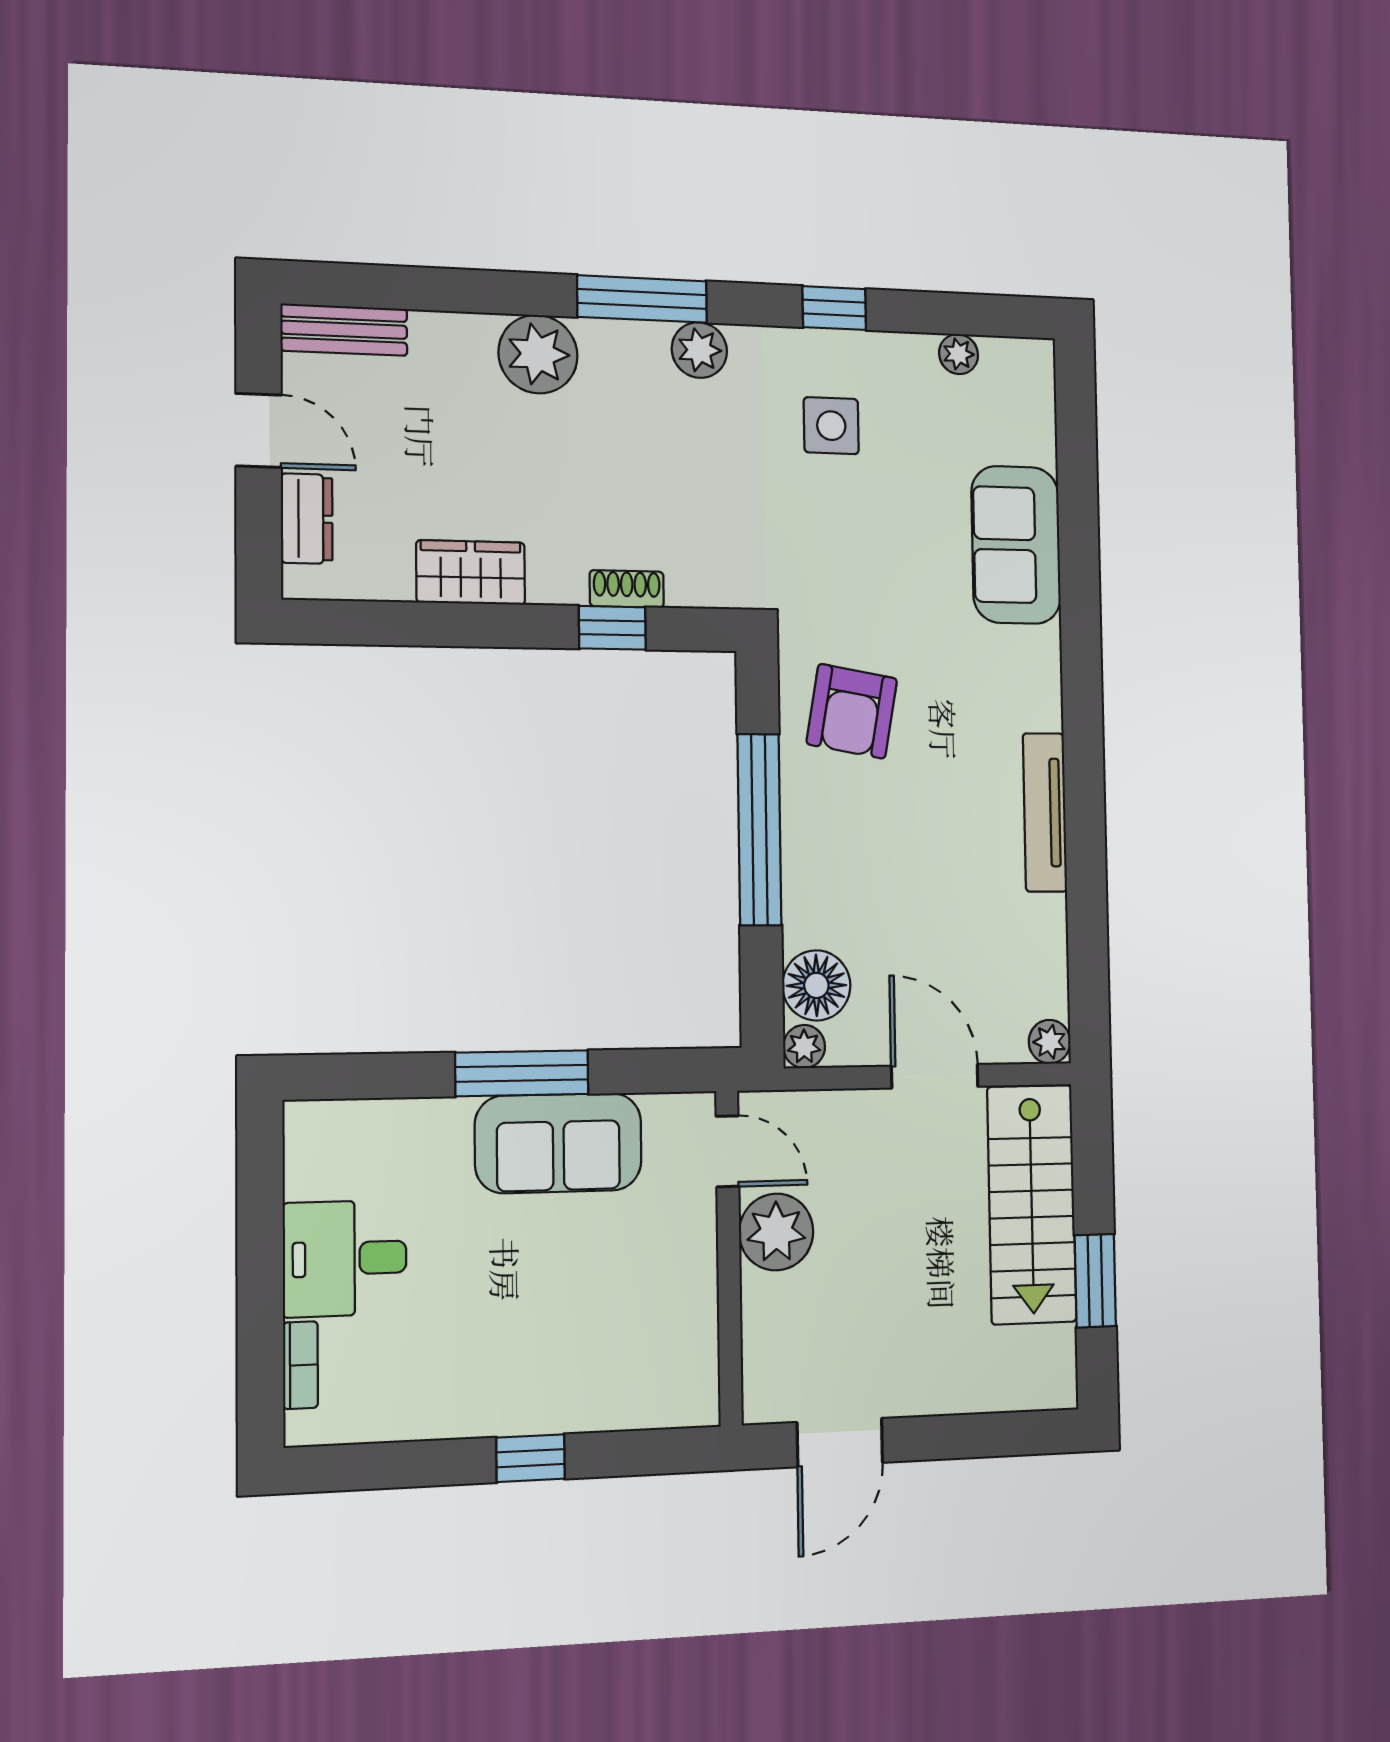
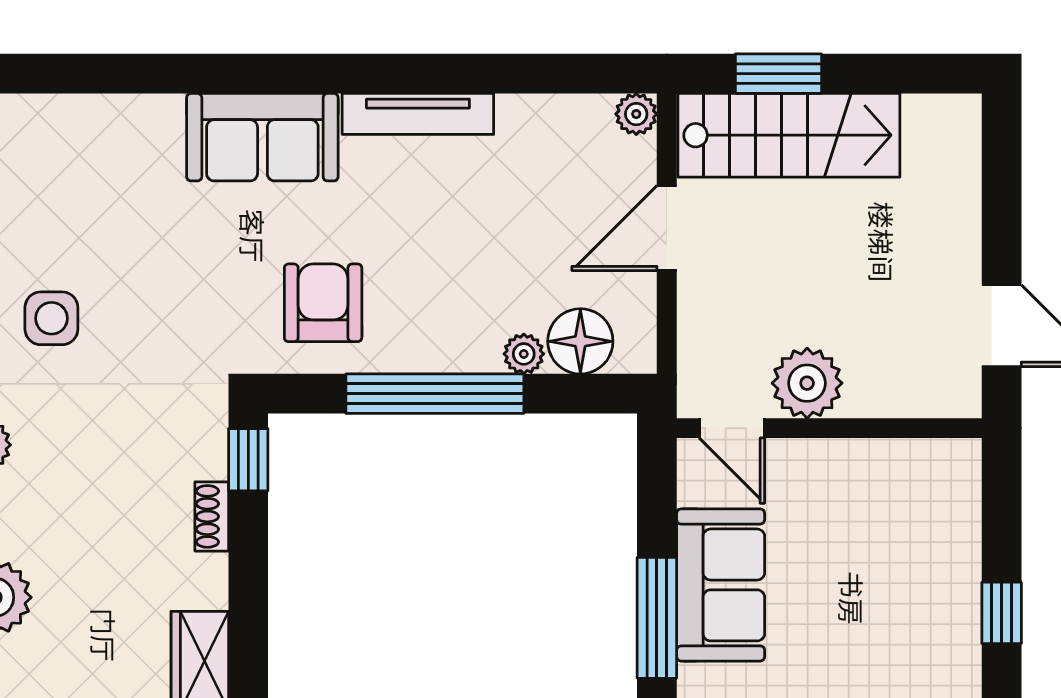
sofa: (1016, 545) -> (262, 137), moved
window: (612, 628) -> (248, 460), moved
armchair: (852, 711) -> (323, 303), turned -100
plant: (804, 1047) -> (524, 354), moved
door: (727, 1151) -> (732, 428), swing flipped
window: (1095, 1281) -> (778, 74), moved

